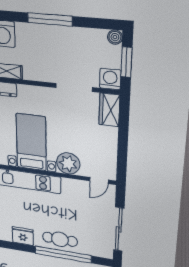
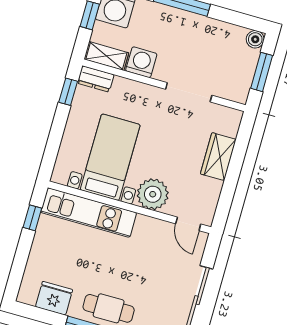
washing machine: (110, 79) -> (141, 62), moved
wardrobe: (109, 110) -> (218, 157), moved
door: (99, 180) -> (188, 224), hinge flipped

